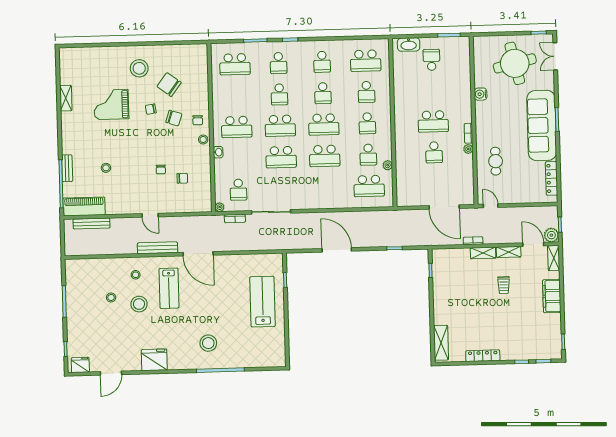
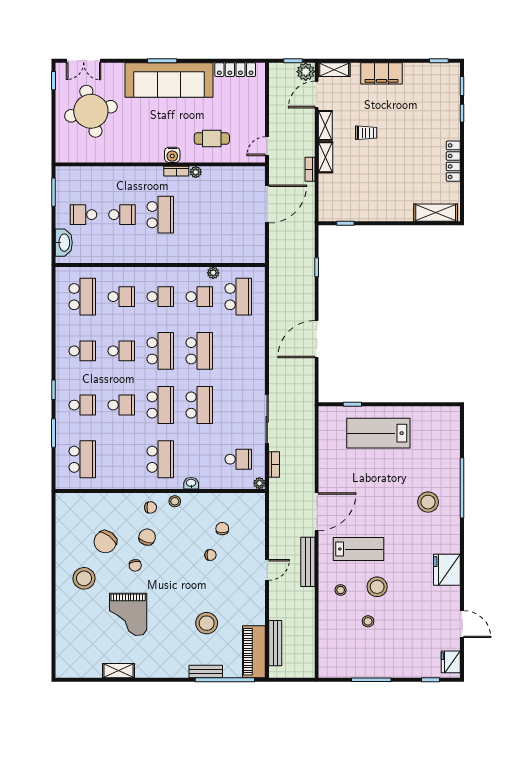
water cooler: (481, 94) -> (172, 155), moved
school desk: (434, 152) -> (122, 215), moved
stool: (106, 168) -> (207, 623), width x1.89, depth x1.89

